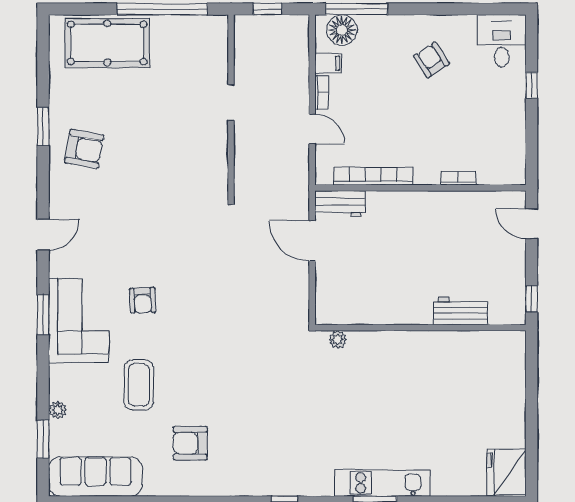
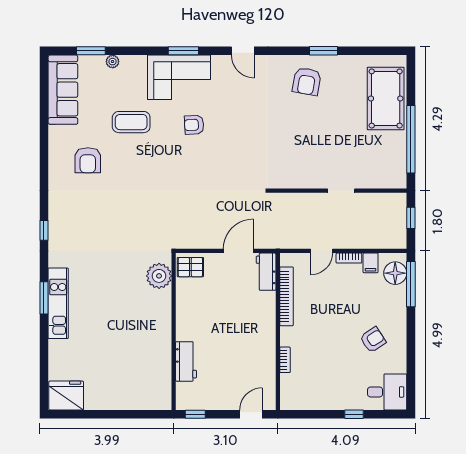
pallet: (334, 305) -> (190, 267), added
plant: (338, 339) -> (159, 276), width x1.88, depth x1.88
armchair: (190, 443) -> (88, 160), turned 180

